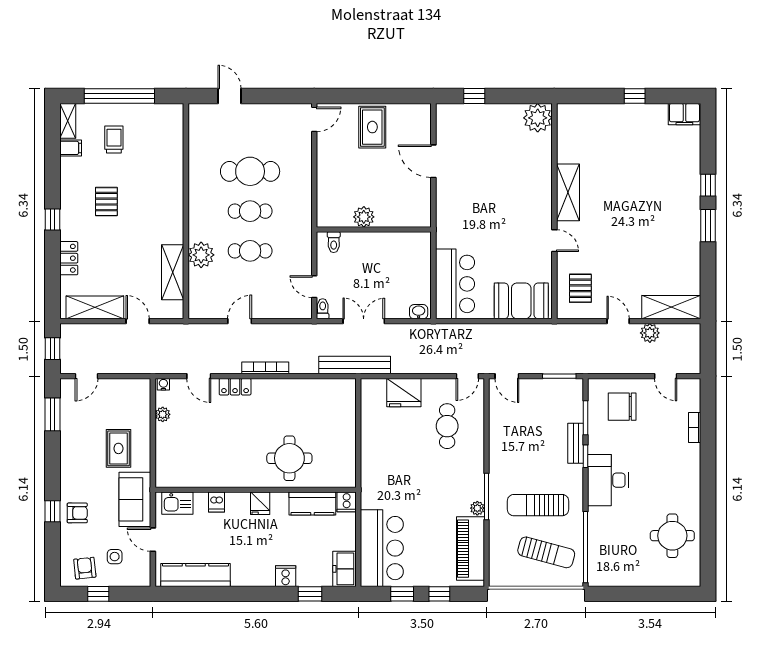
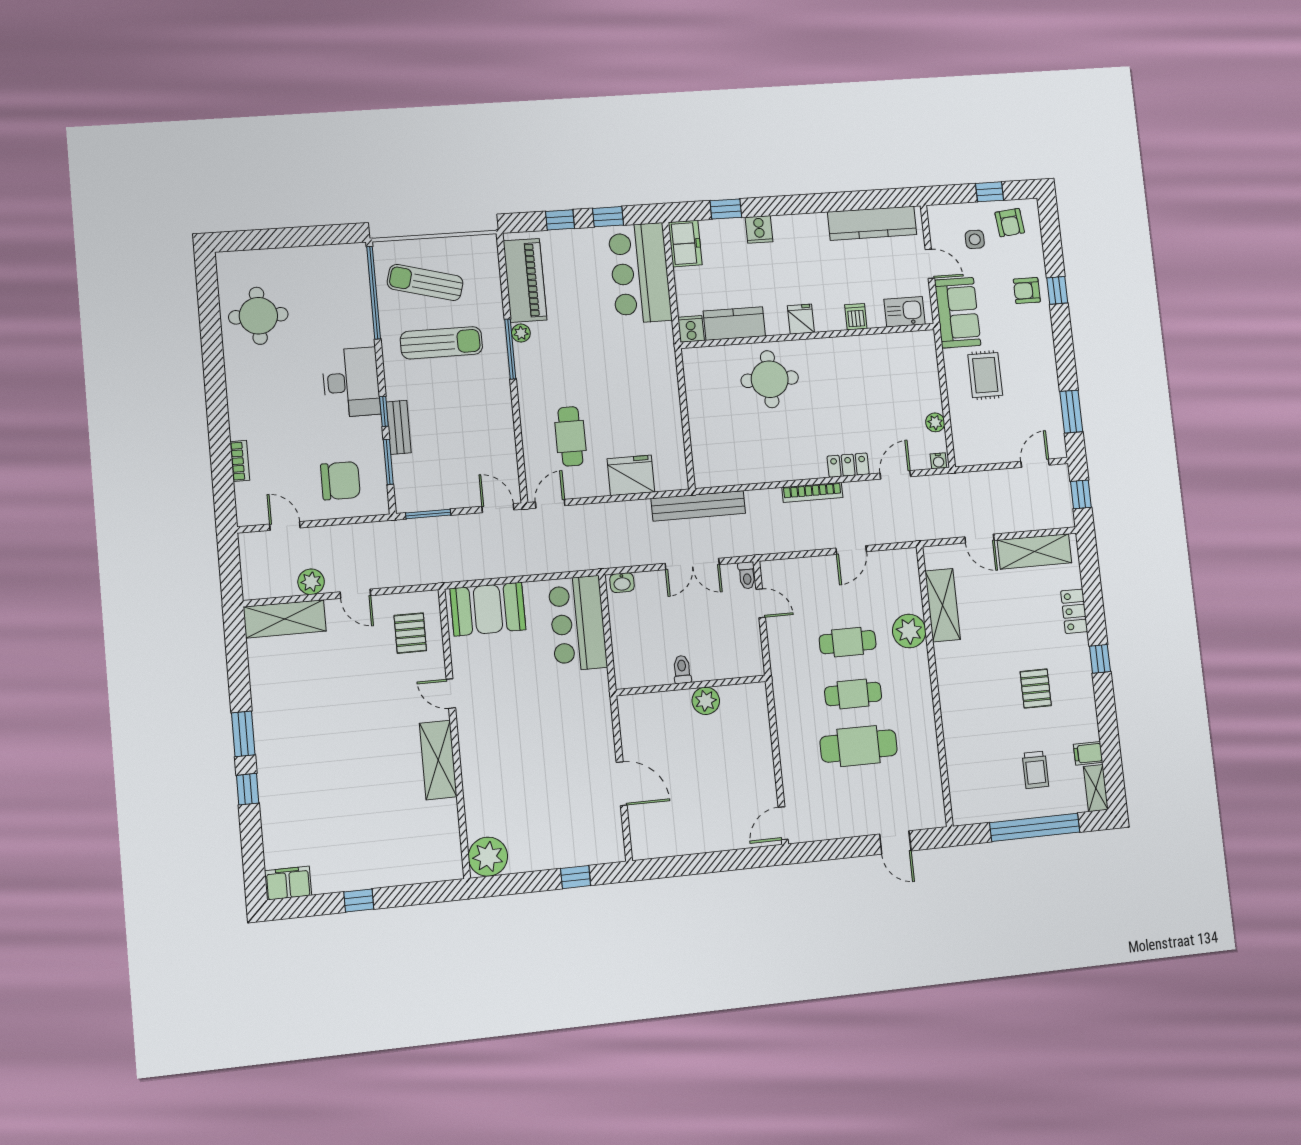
rug: (372, 127) -> (706, 821), removed
toilet: (334, 242) -> (682, 669), moved
door: (199, 376) -> (895, 475), hinge flipped

